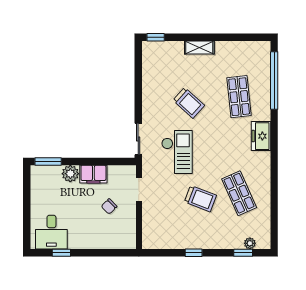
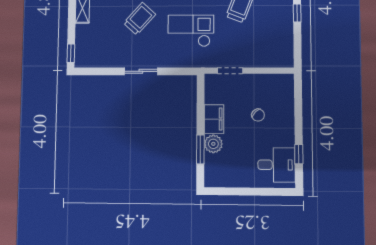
sliding door: (138, 139) -> (141, 71), moved
window: (48, 162) -> (200, 149), moved
chair: (109, 206) -> (258, 115), moved

